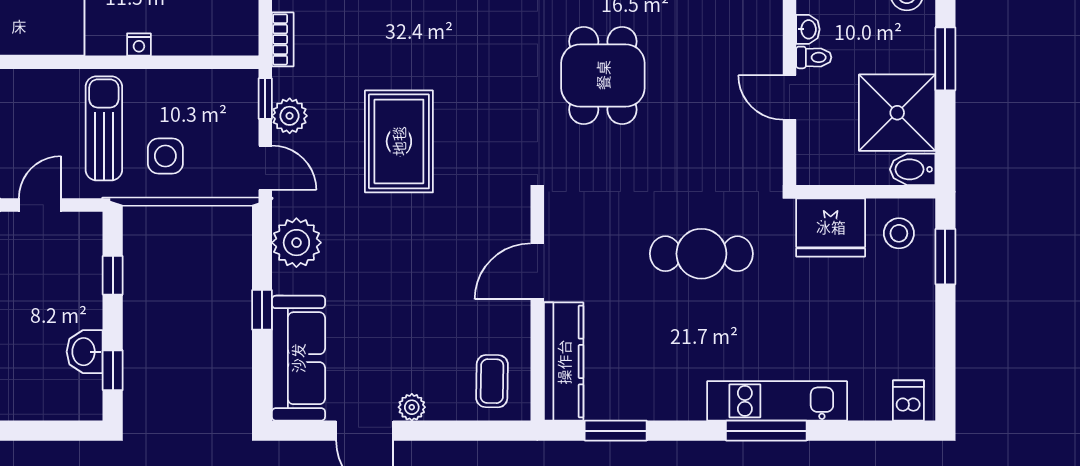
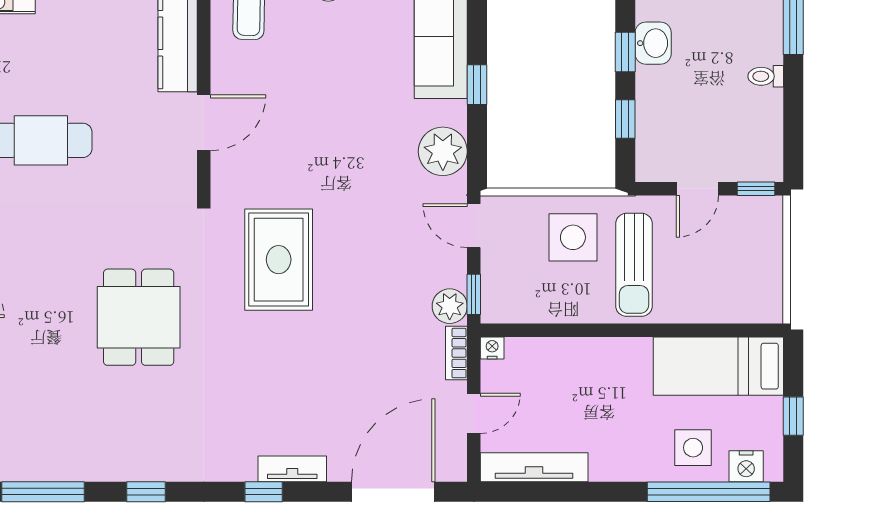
nightstand: (139, 44) -> (492, 348), moved
plant: (290, 116) -> (450, 306), moved
rug: (399, 141) -> (279, 260), moved
side table: (165, 156) -> (573, 237), width x1.37, depth x1.37
window: (113, 370) -> (625, 52), moved

